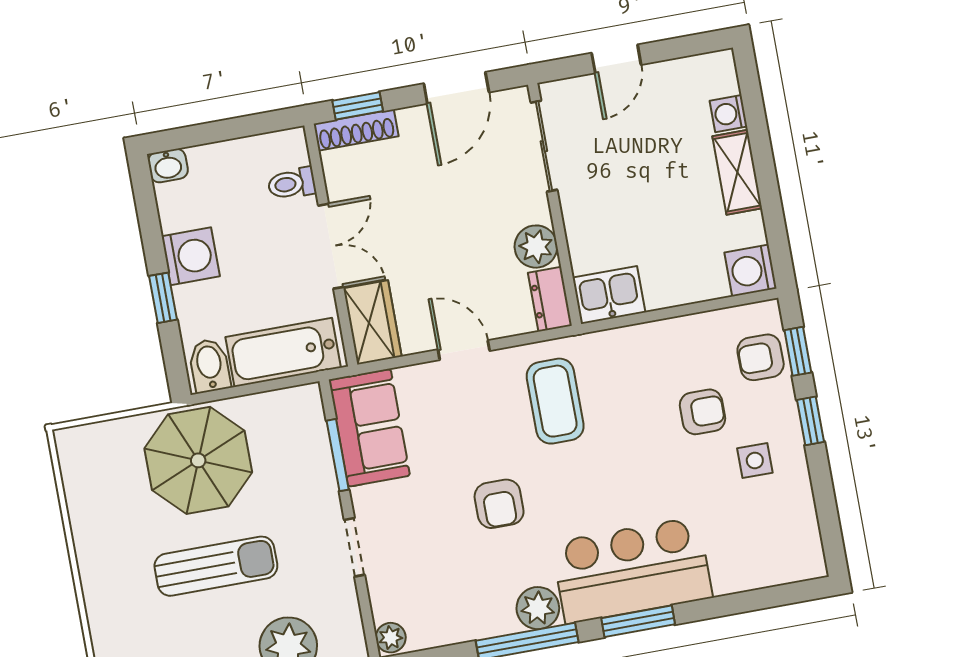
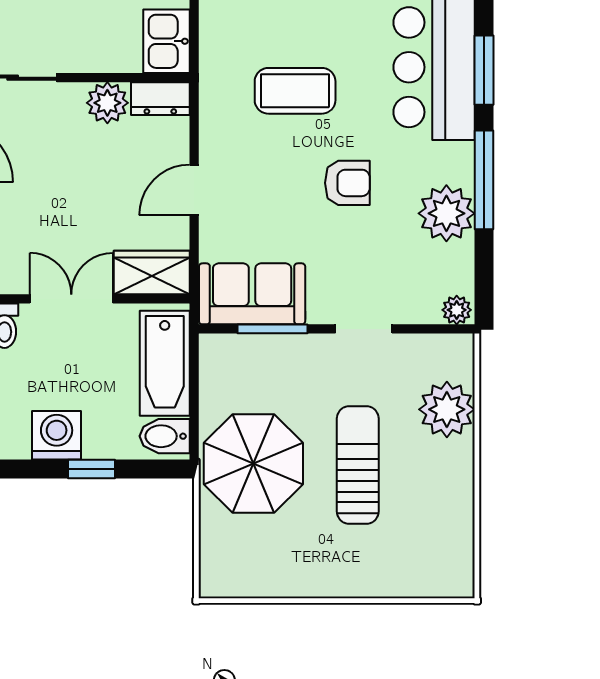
coffee table: (555, 401) -> (295, 91), moved
plant: (538, 608) -> (446, 213), moved, width x1.36, depth x1.36

